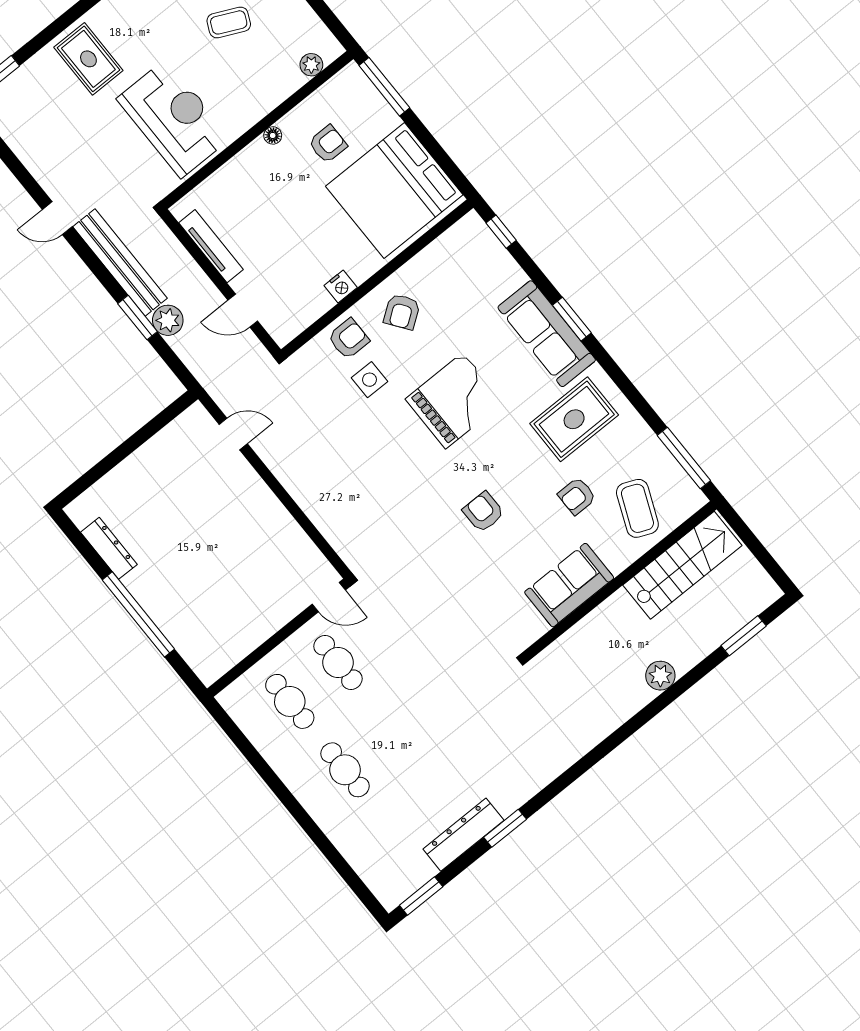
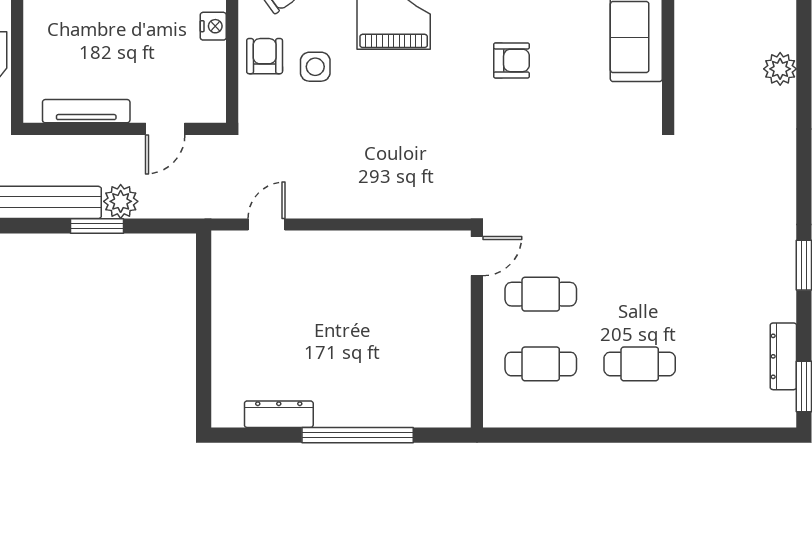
armchair: (483, 512) -> (512, 60), turned 180
plant: (660, 676) -> (780, 69), moved
dresser: (463, 835) -> (783, 356), moved, width x0.73, depth x0.80

